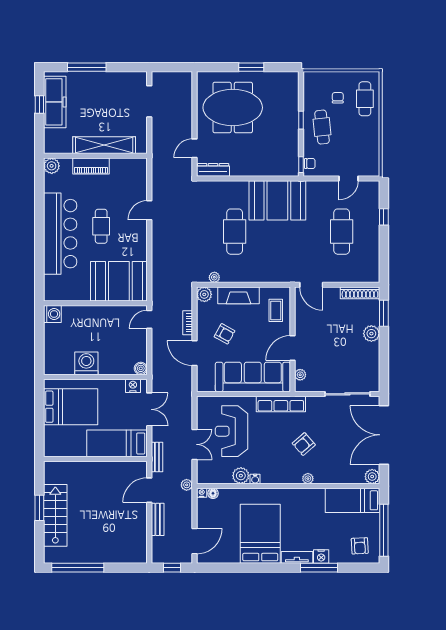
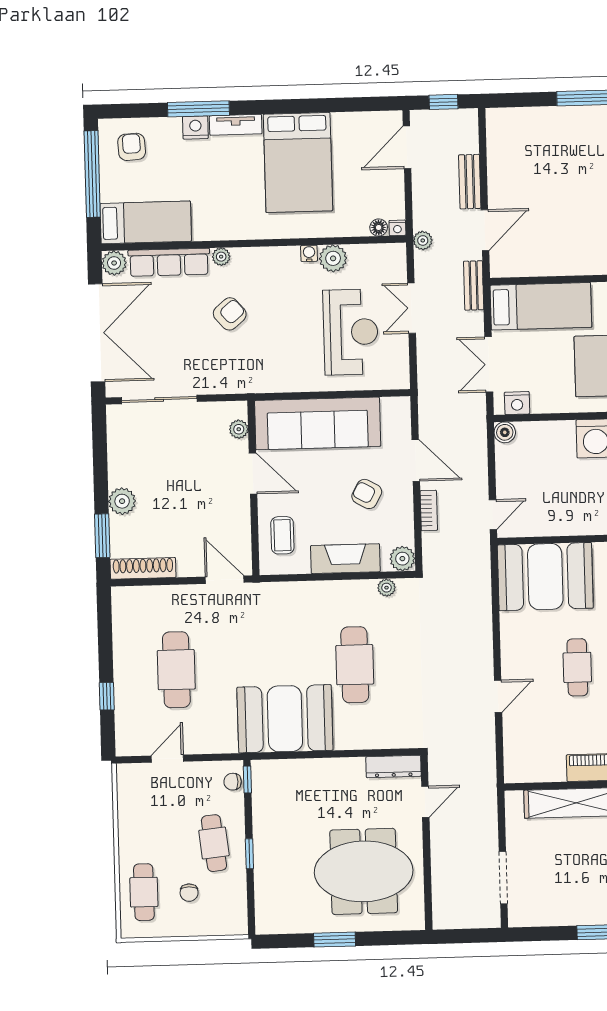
door: (292, 348) -> (253, 473), hinge flipped
row of seats: (281, 404) -> (169, 262), moved, turned 180

